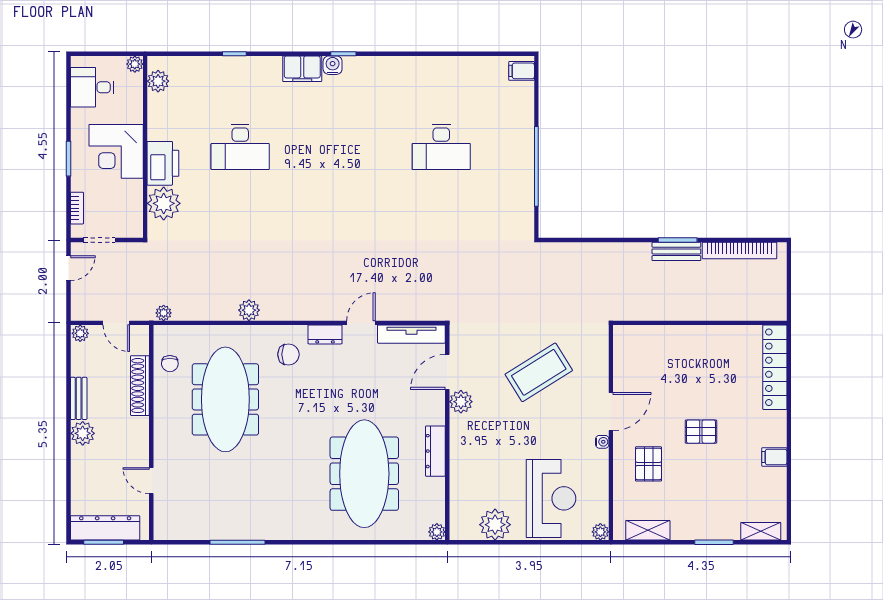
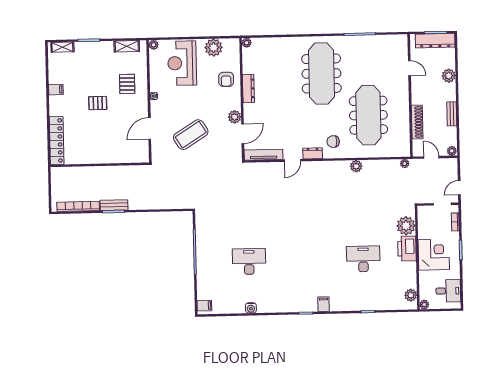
water cooler: (333, 65) -> (251, 308), moved
filing cabinet: (302, 69) -> (324, 304), width x0.50
chair: (170, 364) -> (400, 135), removed
door: (611, 412) -> (150, 129), moved
plant: (83, 433) -> (449, 76), moved
armchair: (474, 468) -> (226, 79), added
meeting table: (364, 474) -> (321, 73), moved

